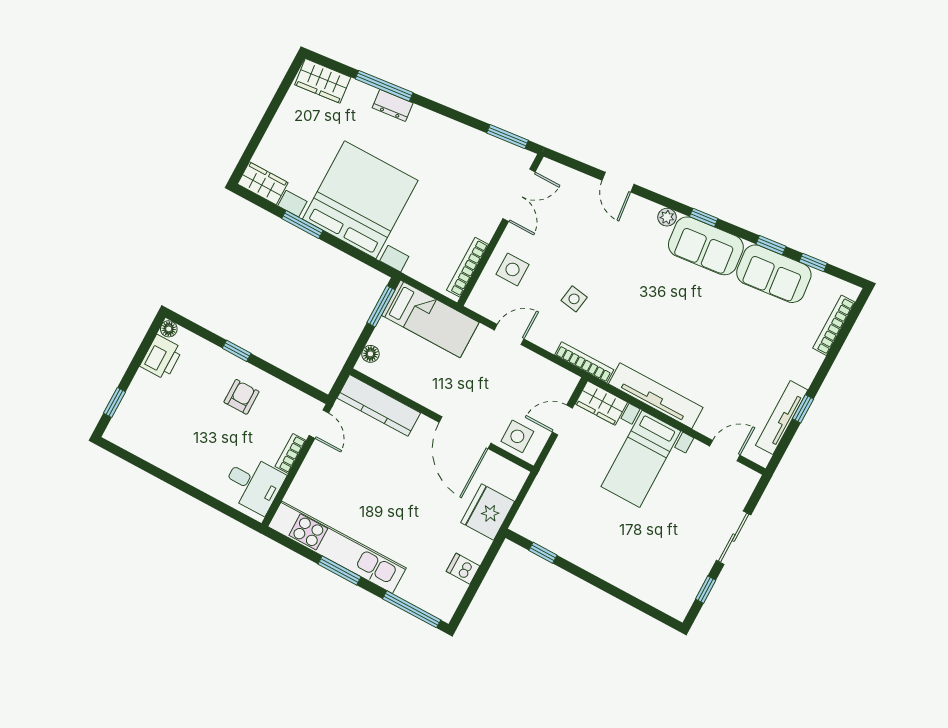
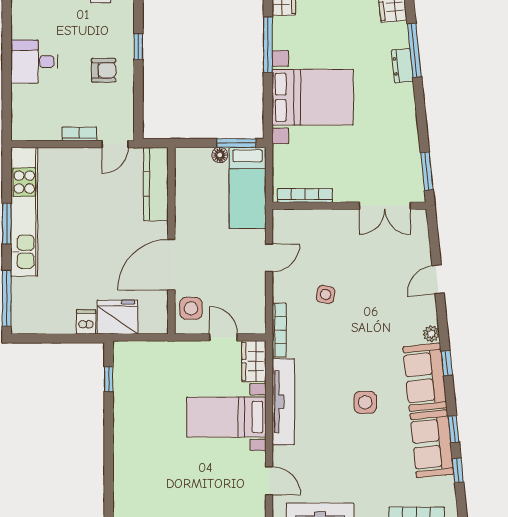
bed with nightstands: (360, 200) -> (313, 97), width x0.73
window: (302, 224) -> (268, 45), width x1.44
side table: (512, 269) -> (365, 402), moved
door: (509, 334) -> (269, 258), hinge flipped
floor lamp: (370, 354) -> (220, 155), moved
desk: (254, 484) -> (34, 62), moved, turned 90
dishwasher: (463, 569) -> (86, 322), moved

